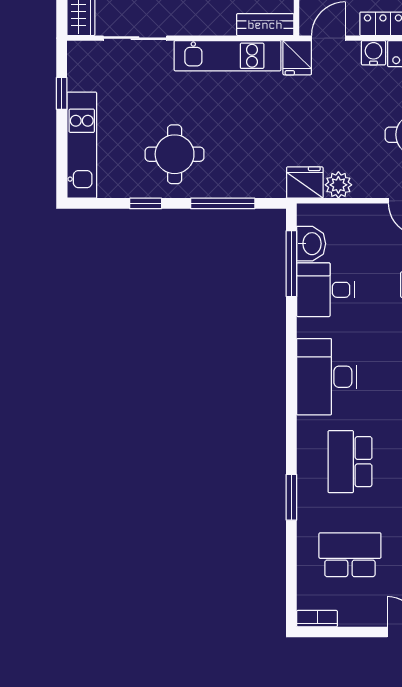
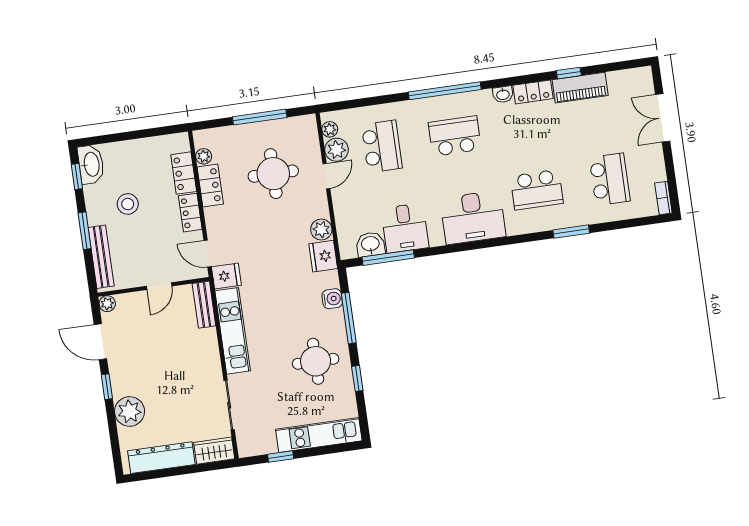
water cooler: (373, 53) -> (332, 299), moved, turned 180
school desk: (350, 555) -> (610, 179), turned 180

